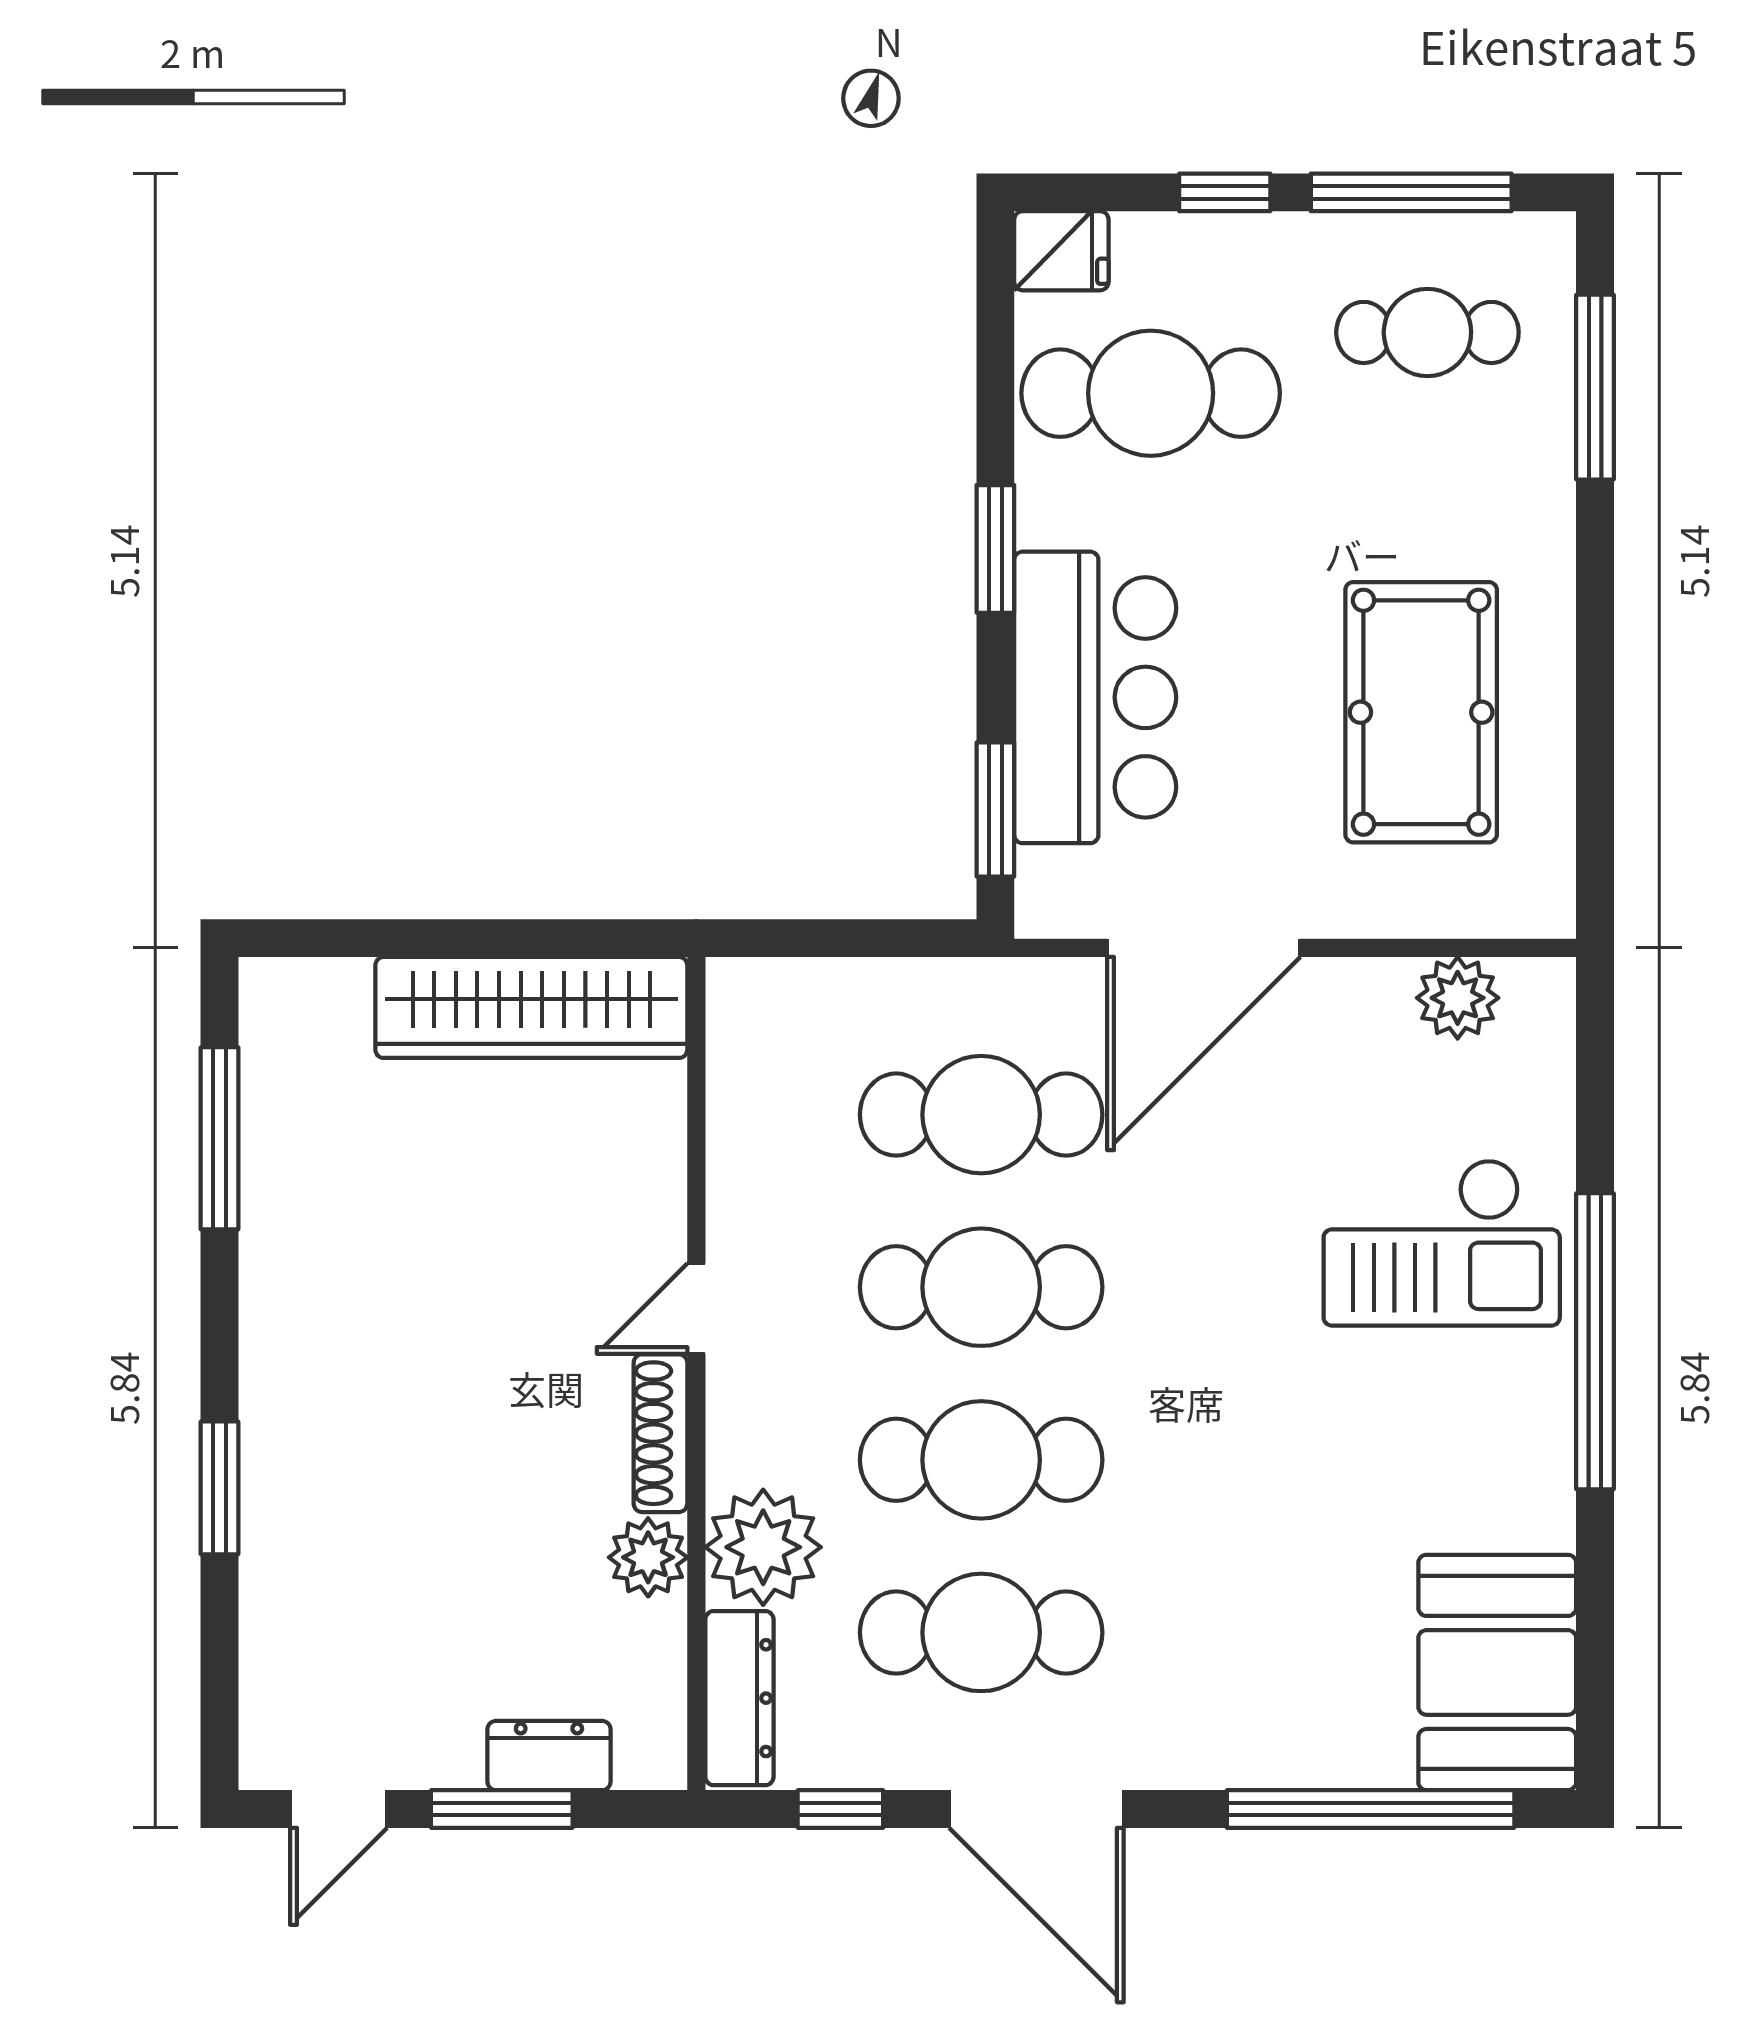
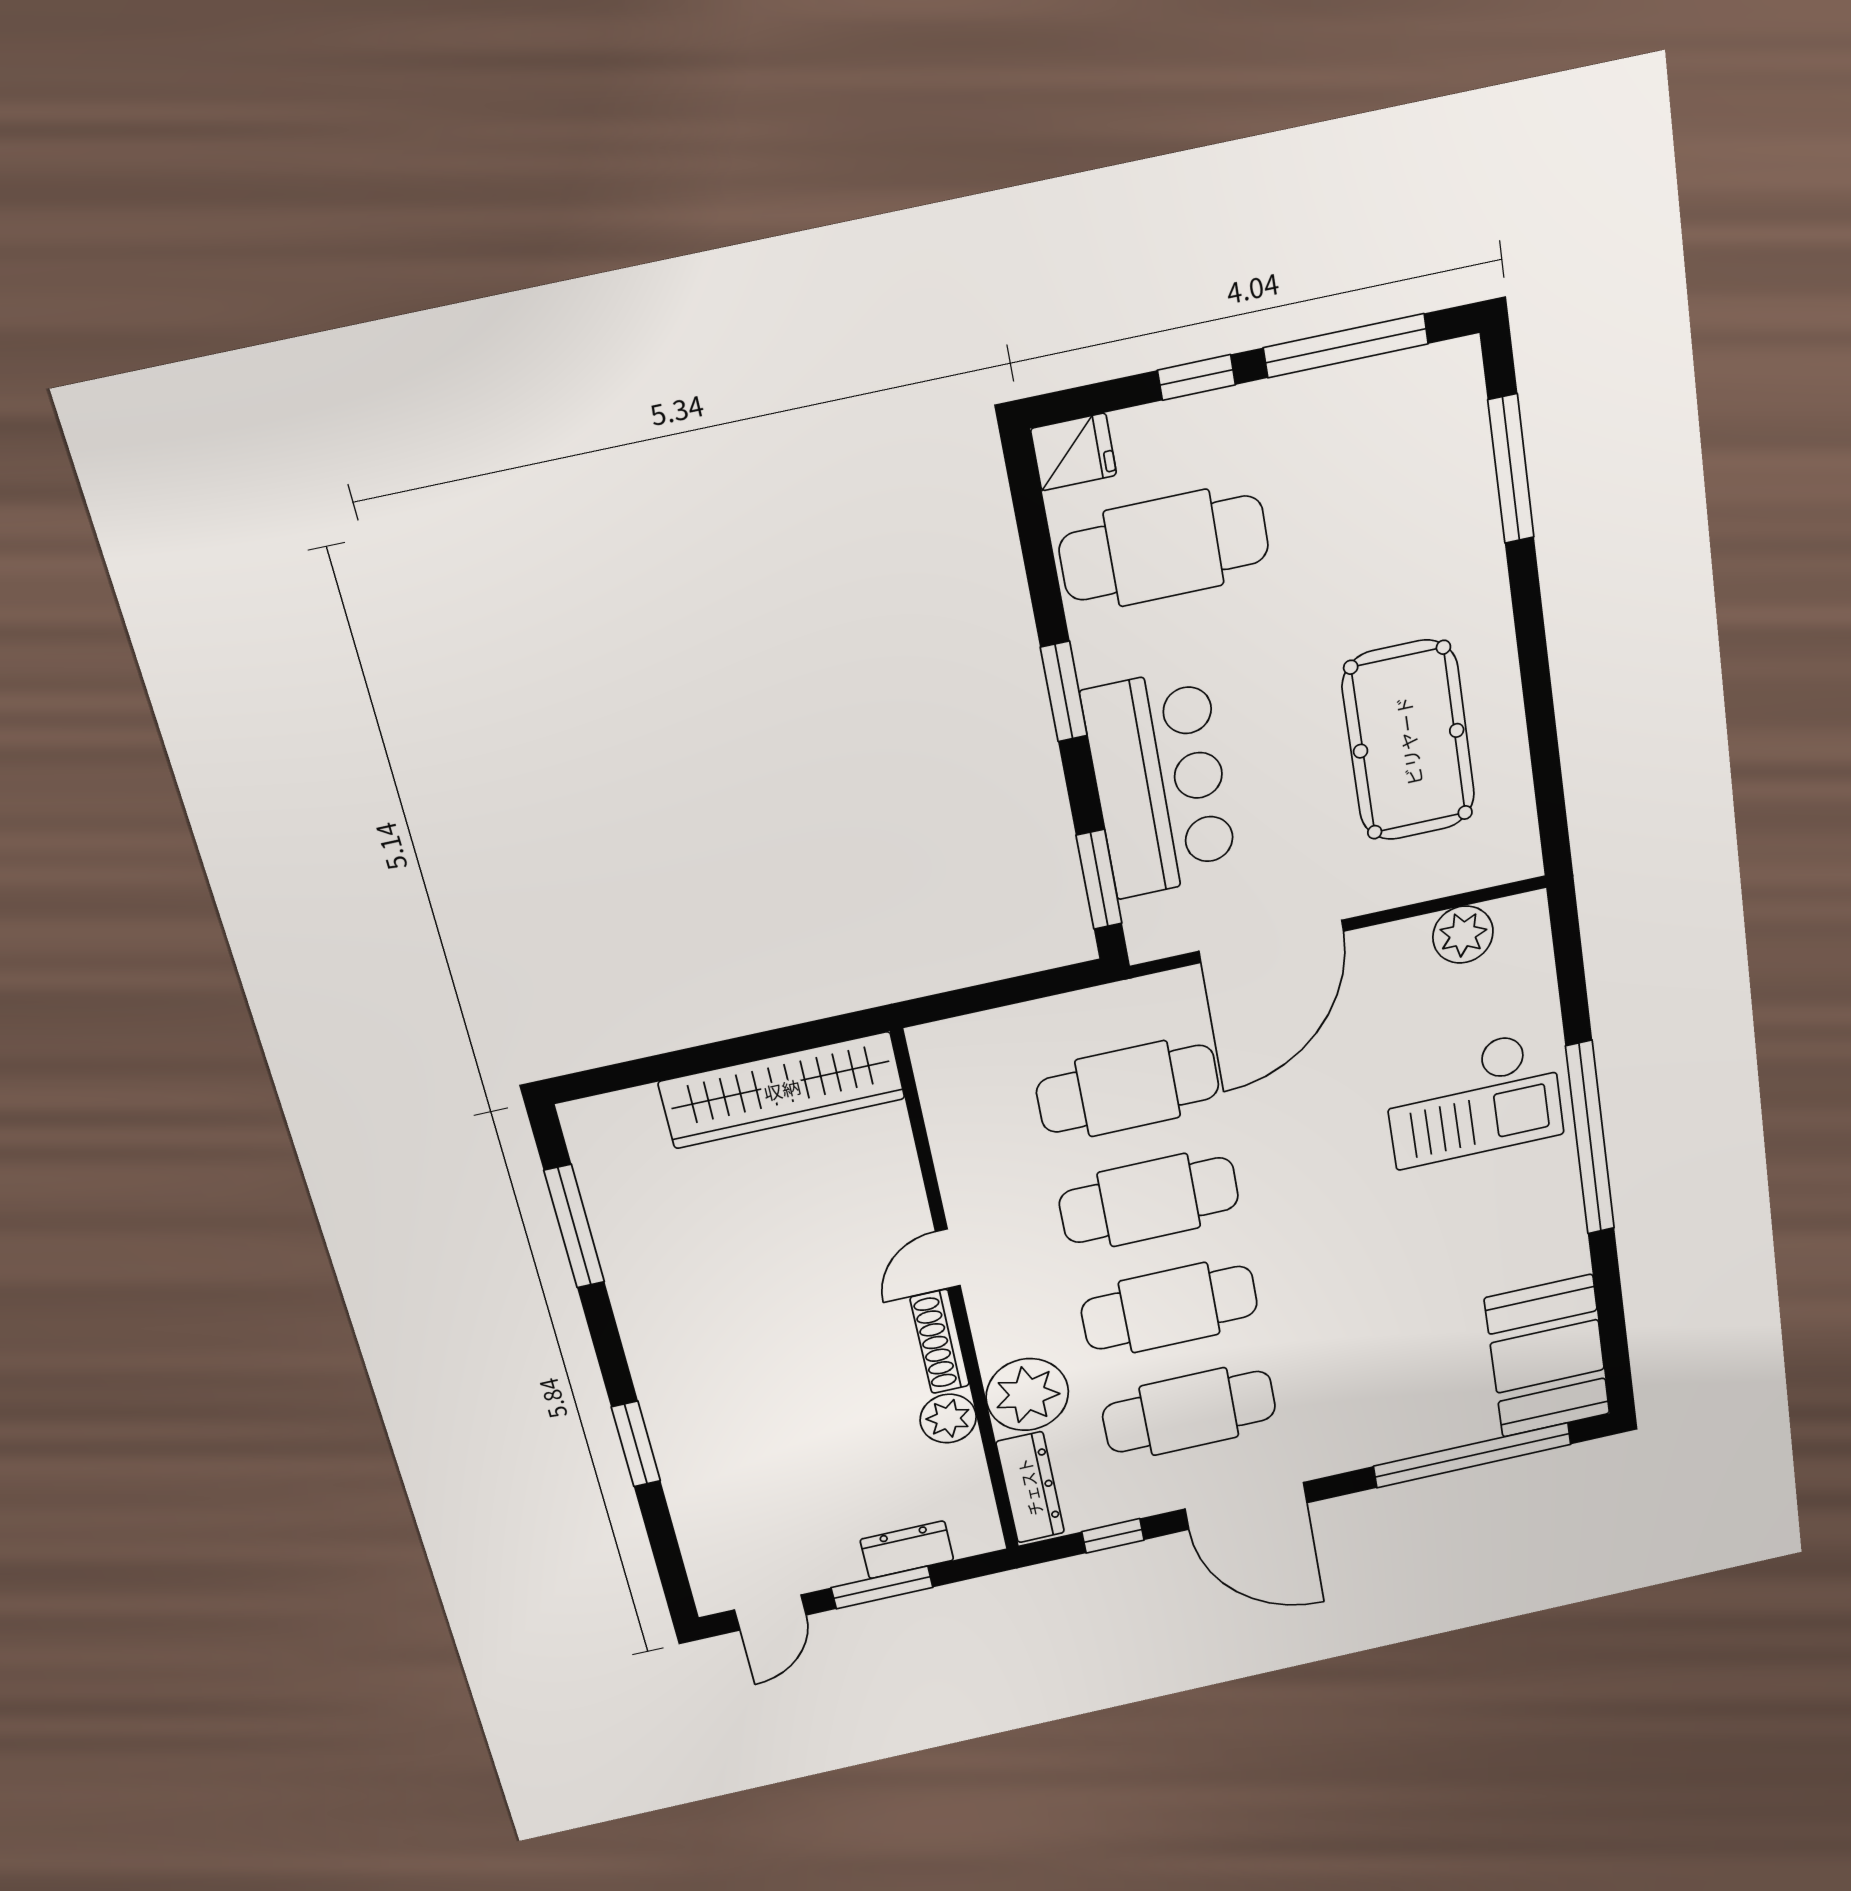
cafe table: (1427, 332) -> (1374, 454), removed

